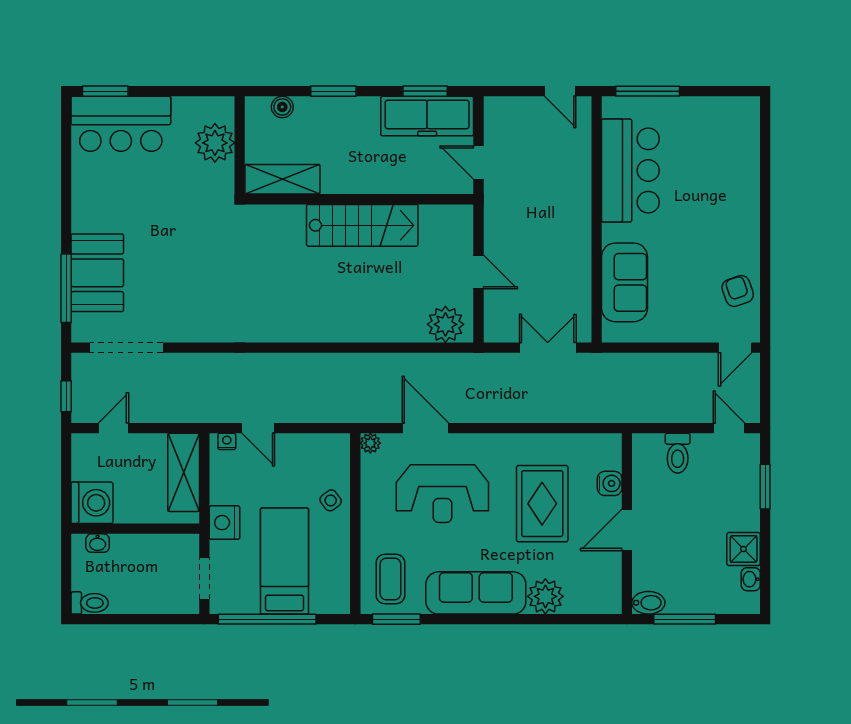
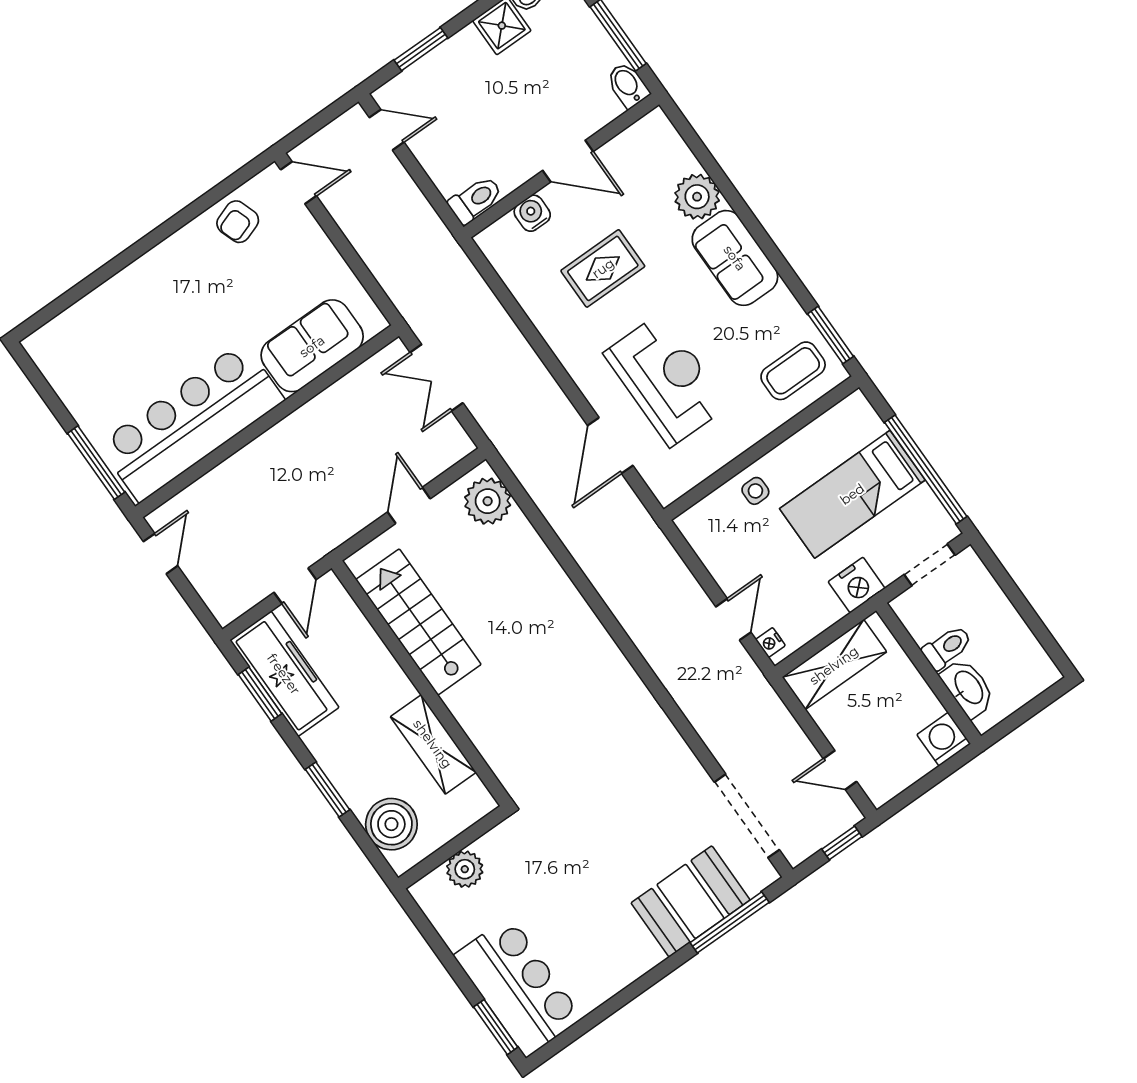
boiler: (282, 107) -> (391, 824), width x1.86, depth x1.86
plant: (215, 143) -> (465, 869), width x0.73, depth x0.73
bar counter: (630, 170) -> (191, 422), width x1.36
shelving: (282, 179) -> (433, 744), moved
stairs: (362, 225) -> (418, 622), moved
door: (729, 428) -> (387, 130), swing flipped
plant: (370, 443) -> (667, 492), removed
toilet: (678, 453) -> (475, 200), moved
side table: (331, 500) -> (755, 491), turned 37
washing machine: (92, 503) -> (944, 739), width x0.73, depth x0.73
rug: (542, 504) -> (603, 268), width x0.73, depth x0.70
washbasin: (98, 543) -> (968, 688), width x1.91, depth x1.45
sofa: (476, 593) -> (735, 258), width x0.73
toilet: (90, 603) -> (947, 647), moved, turned 90

